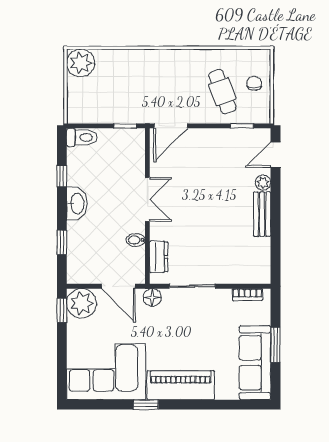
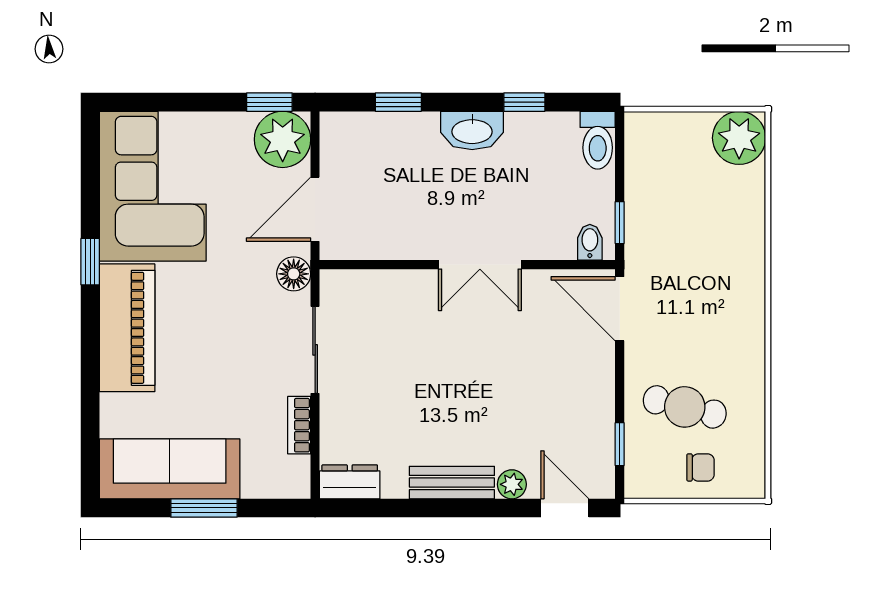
cafe table: (222, 92) -> (685, 407), turned 34
bidet: (136, 240) -> (590, 242), moved
dresser: (159, 257) -> (350, 482), moved, turned 180
bookcase: (247, 295) -> (299, 425), moved

